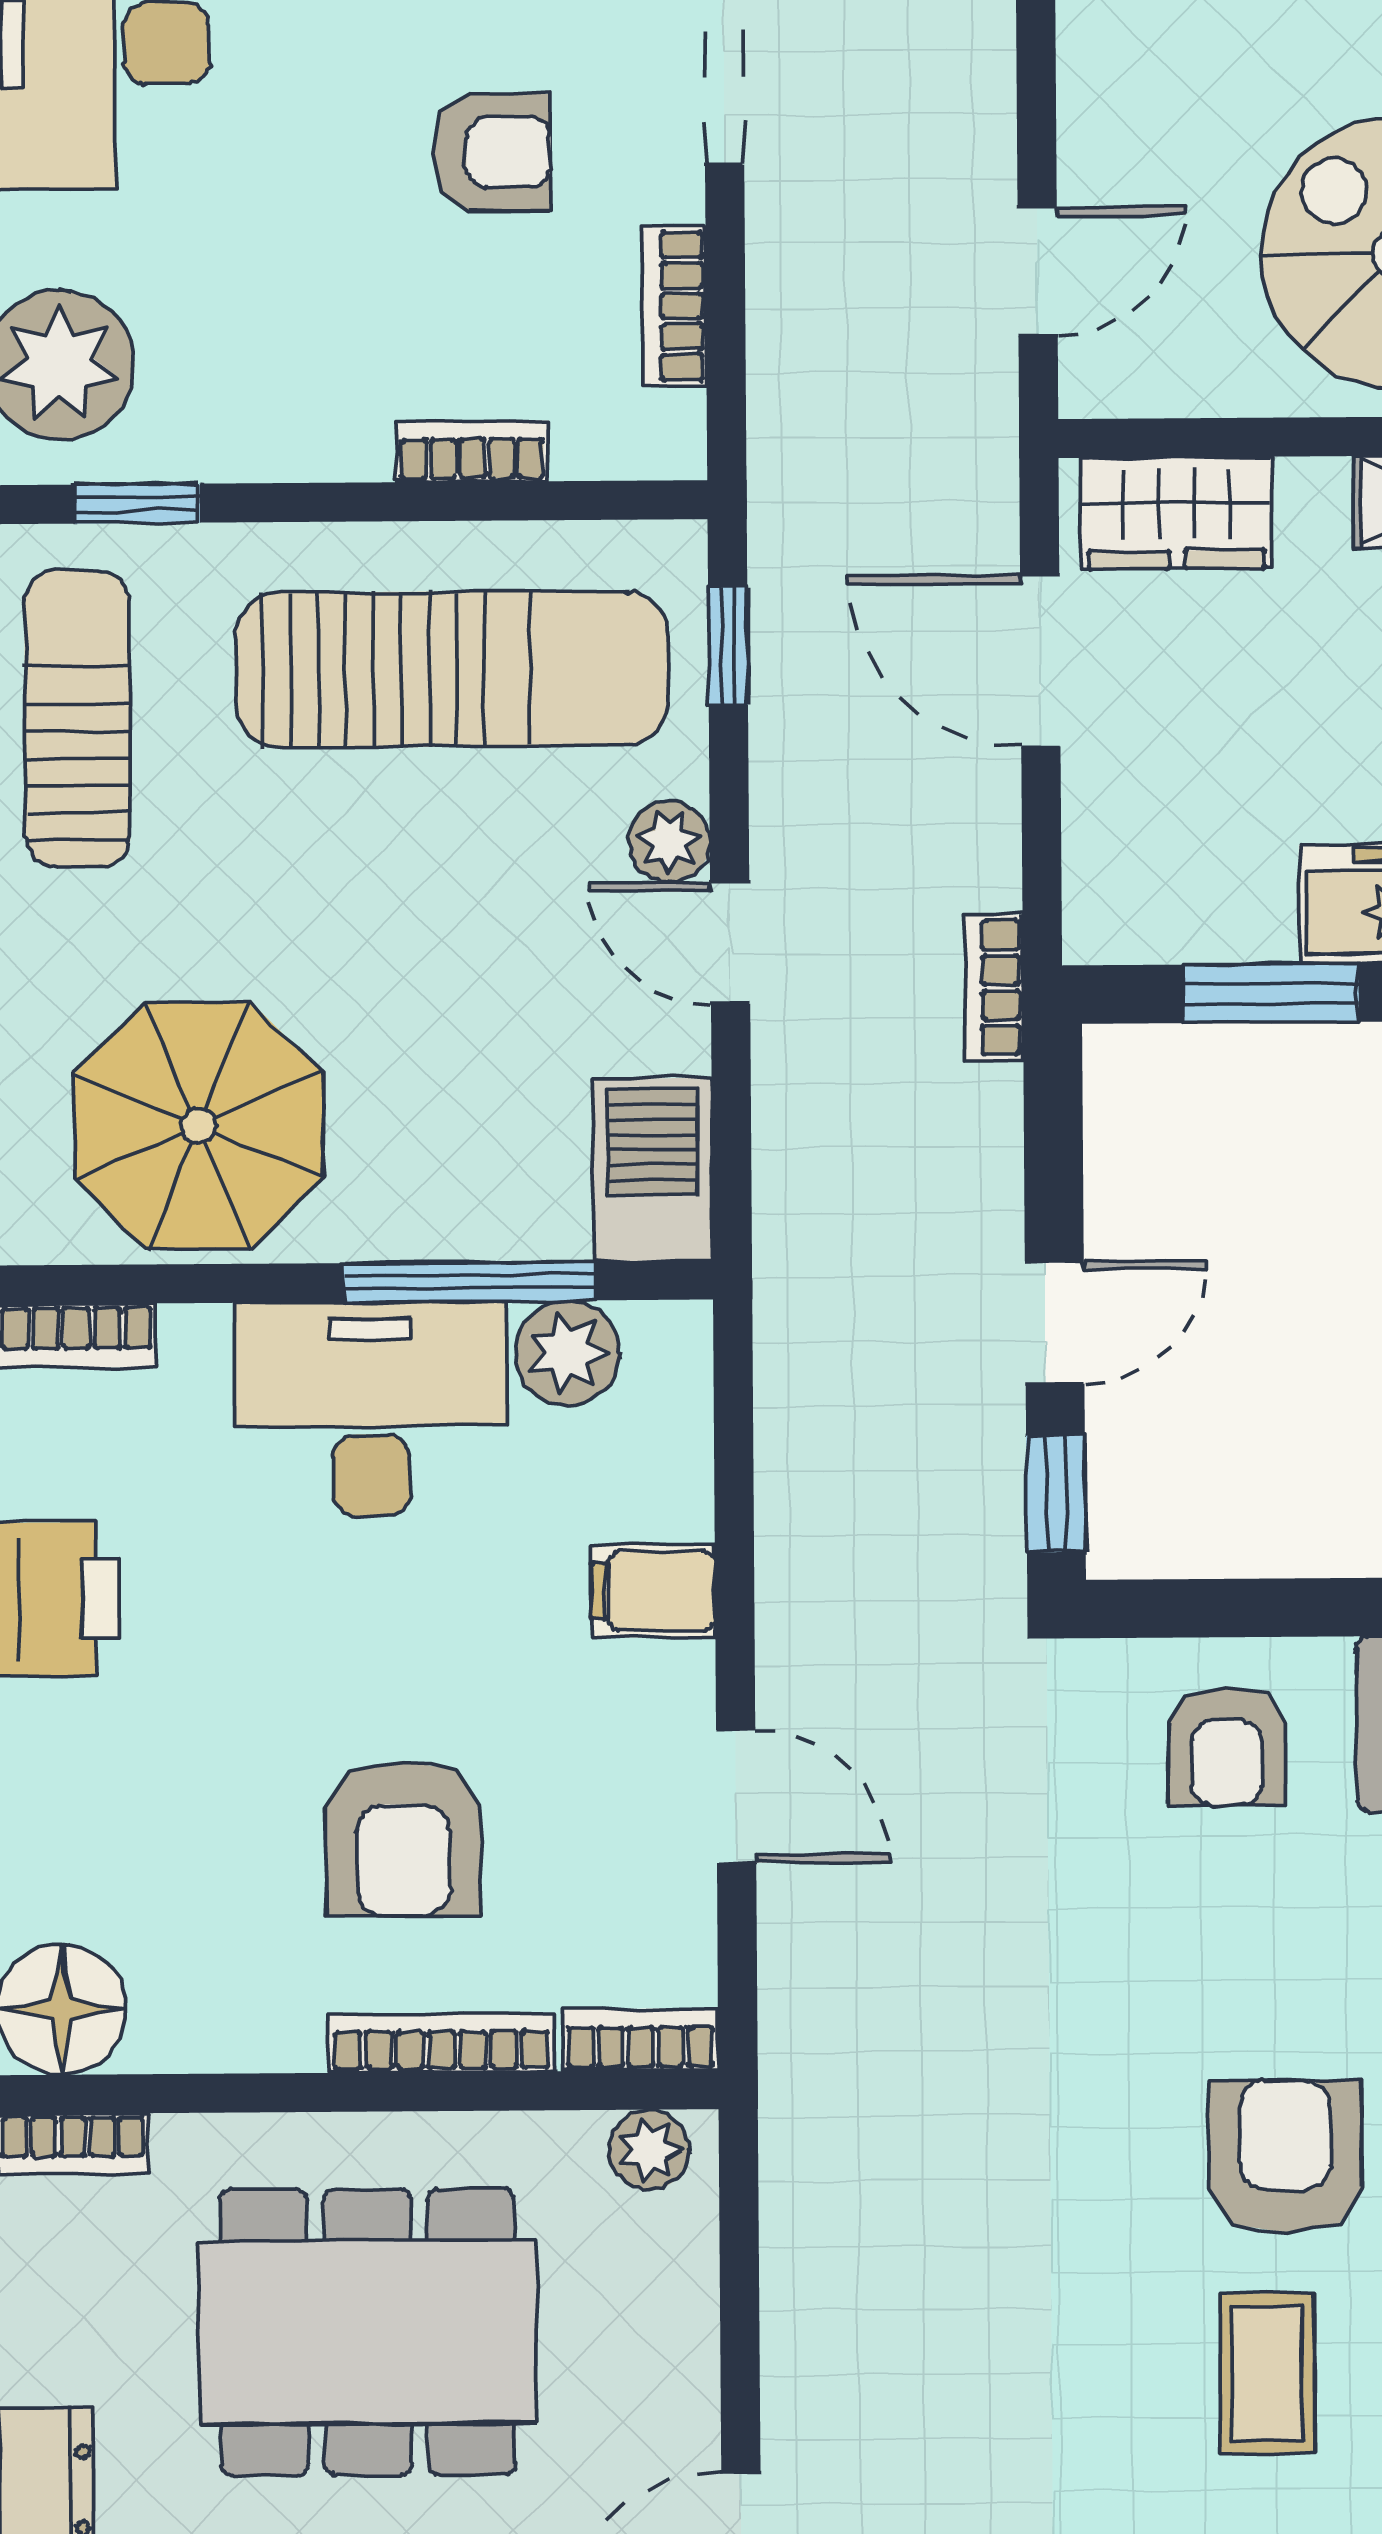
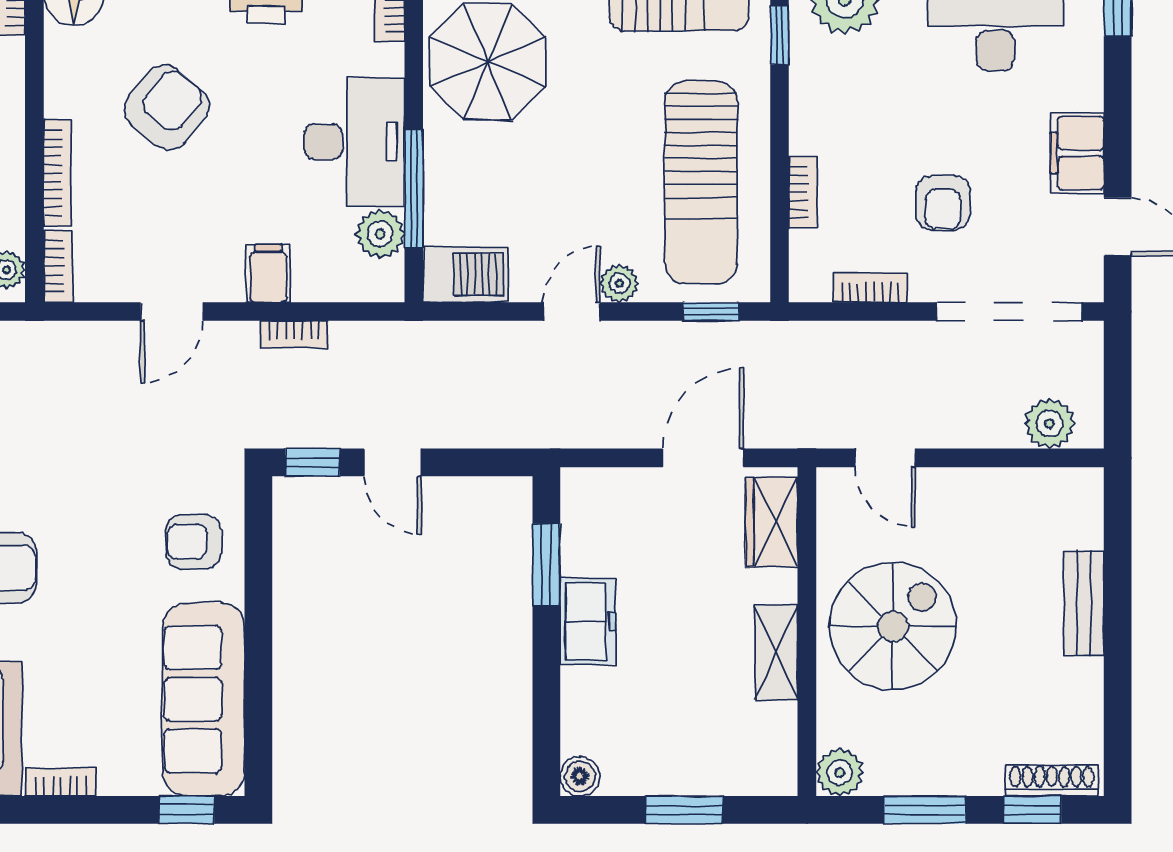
bookcase: (994, 988) -> (294, 334), moved, turned 180
armchair: (403, 1838) -> (167, 107), moved, turned 130

